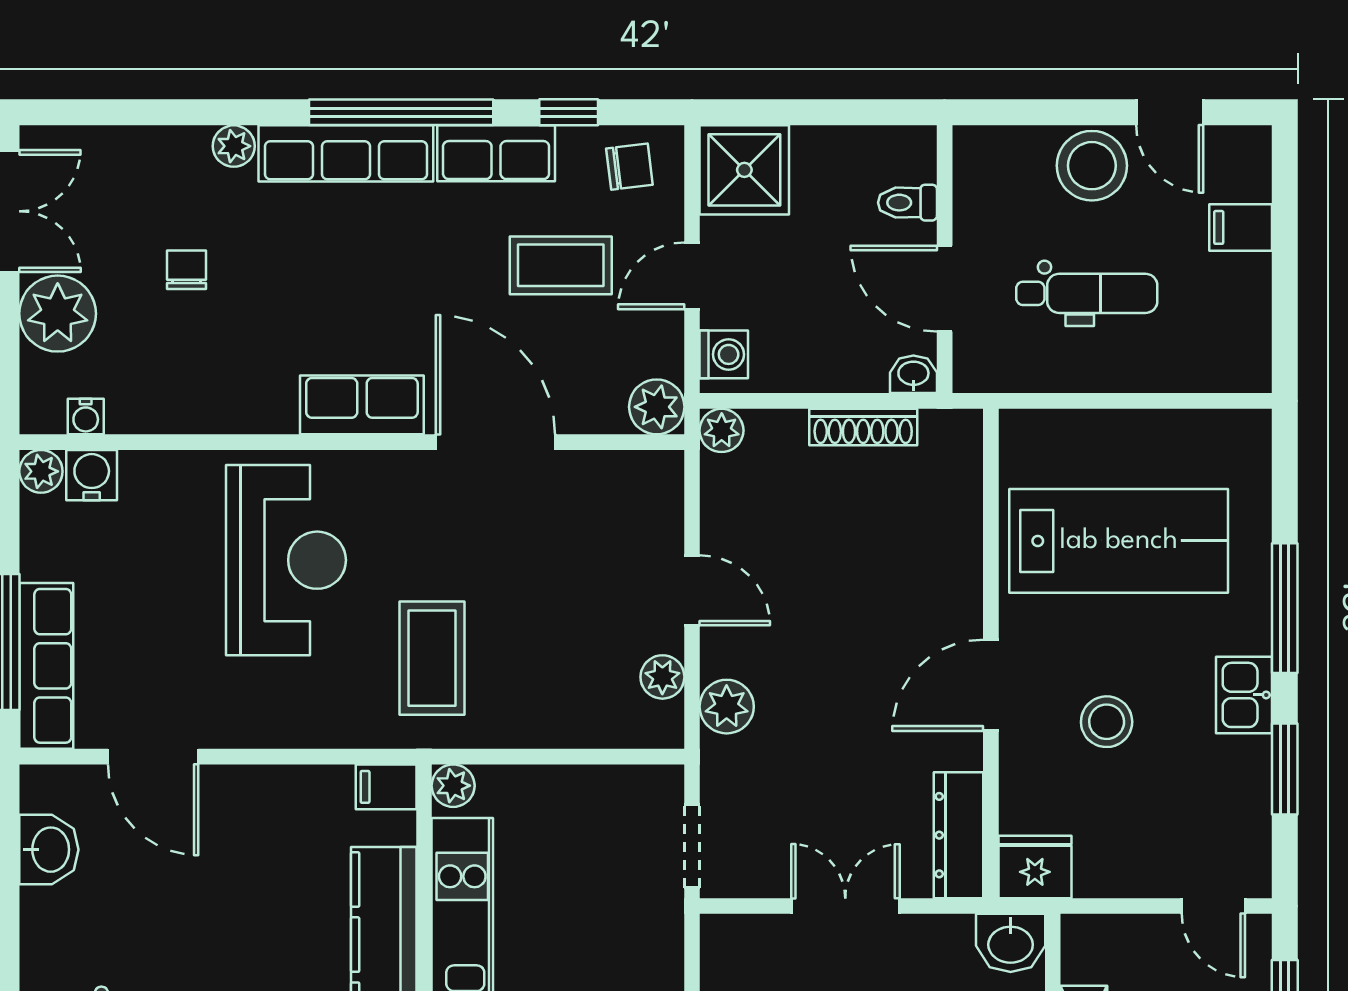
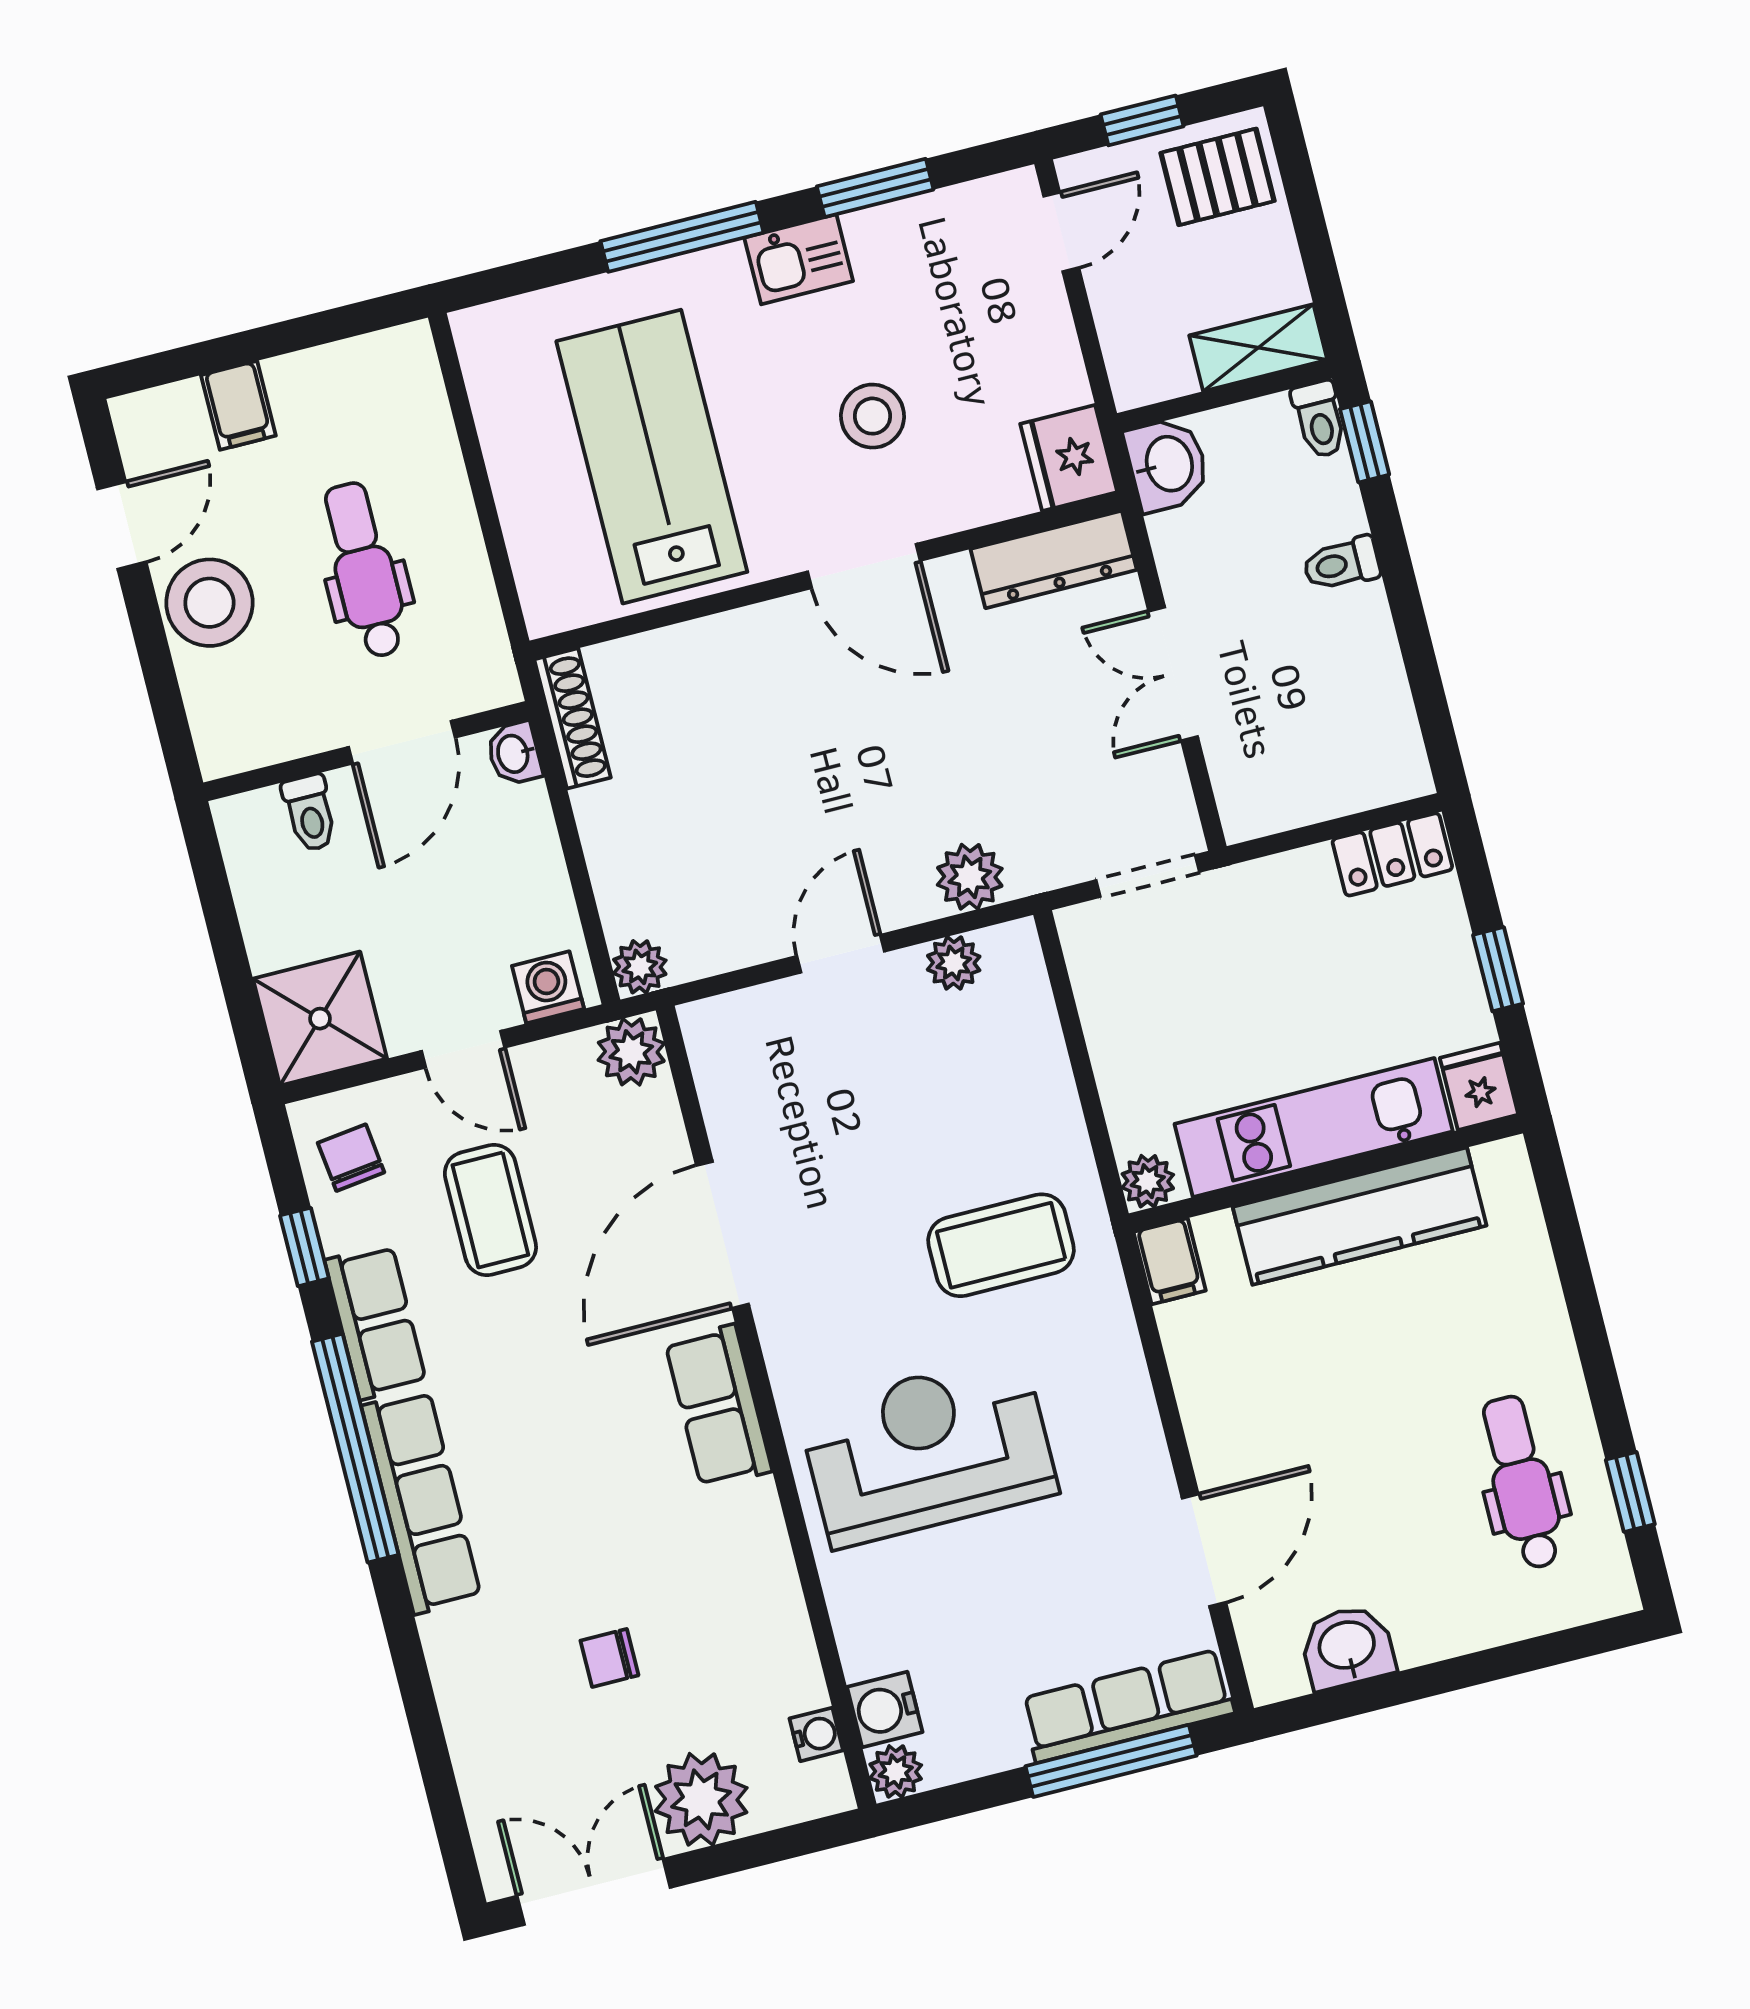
plant: (234, 146) -> (447, 1639), removed
shoe rack: (863, 427) -> (573, 718), moved

